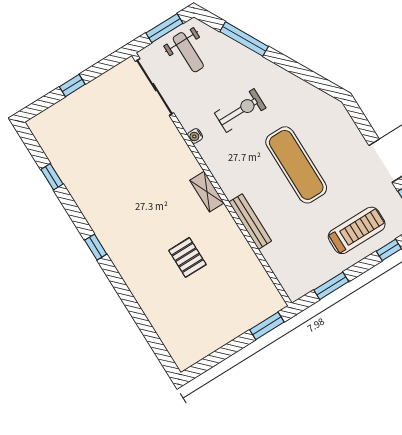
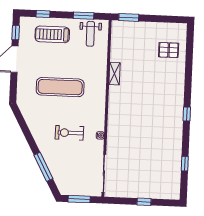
weight bench: (188, 52) -> (90, 34), moved, turned 180
exercise mat: (296, 165) -> (60, 87), turned 90
shelving: (207, 192) -> (114, 74), moved
bench: (250, 222) -> (102, 75), removed
pallet: (187, 257) -> (169, 50), moved, turned 90

